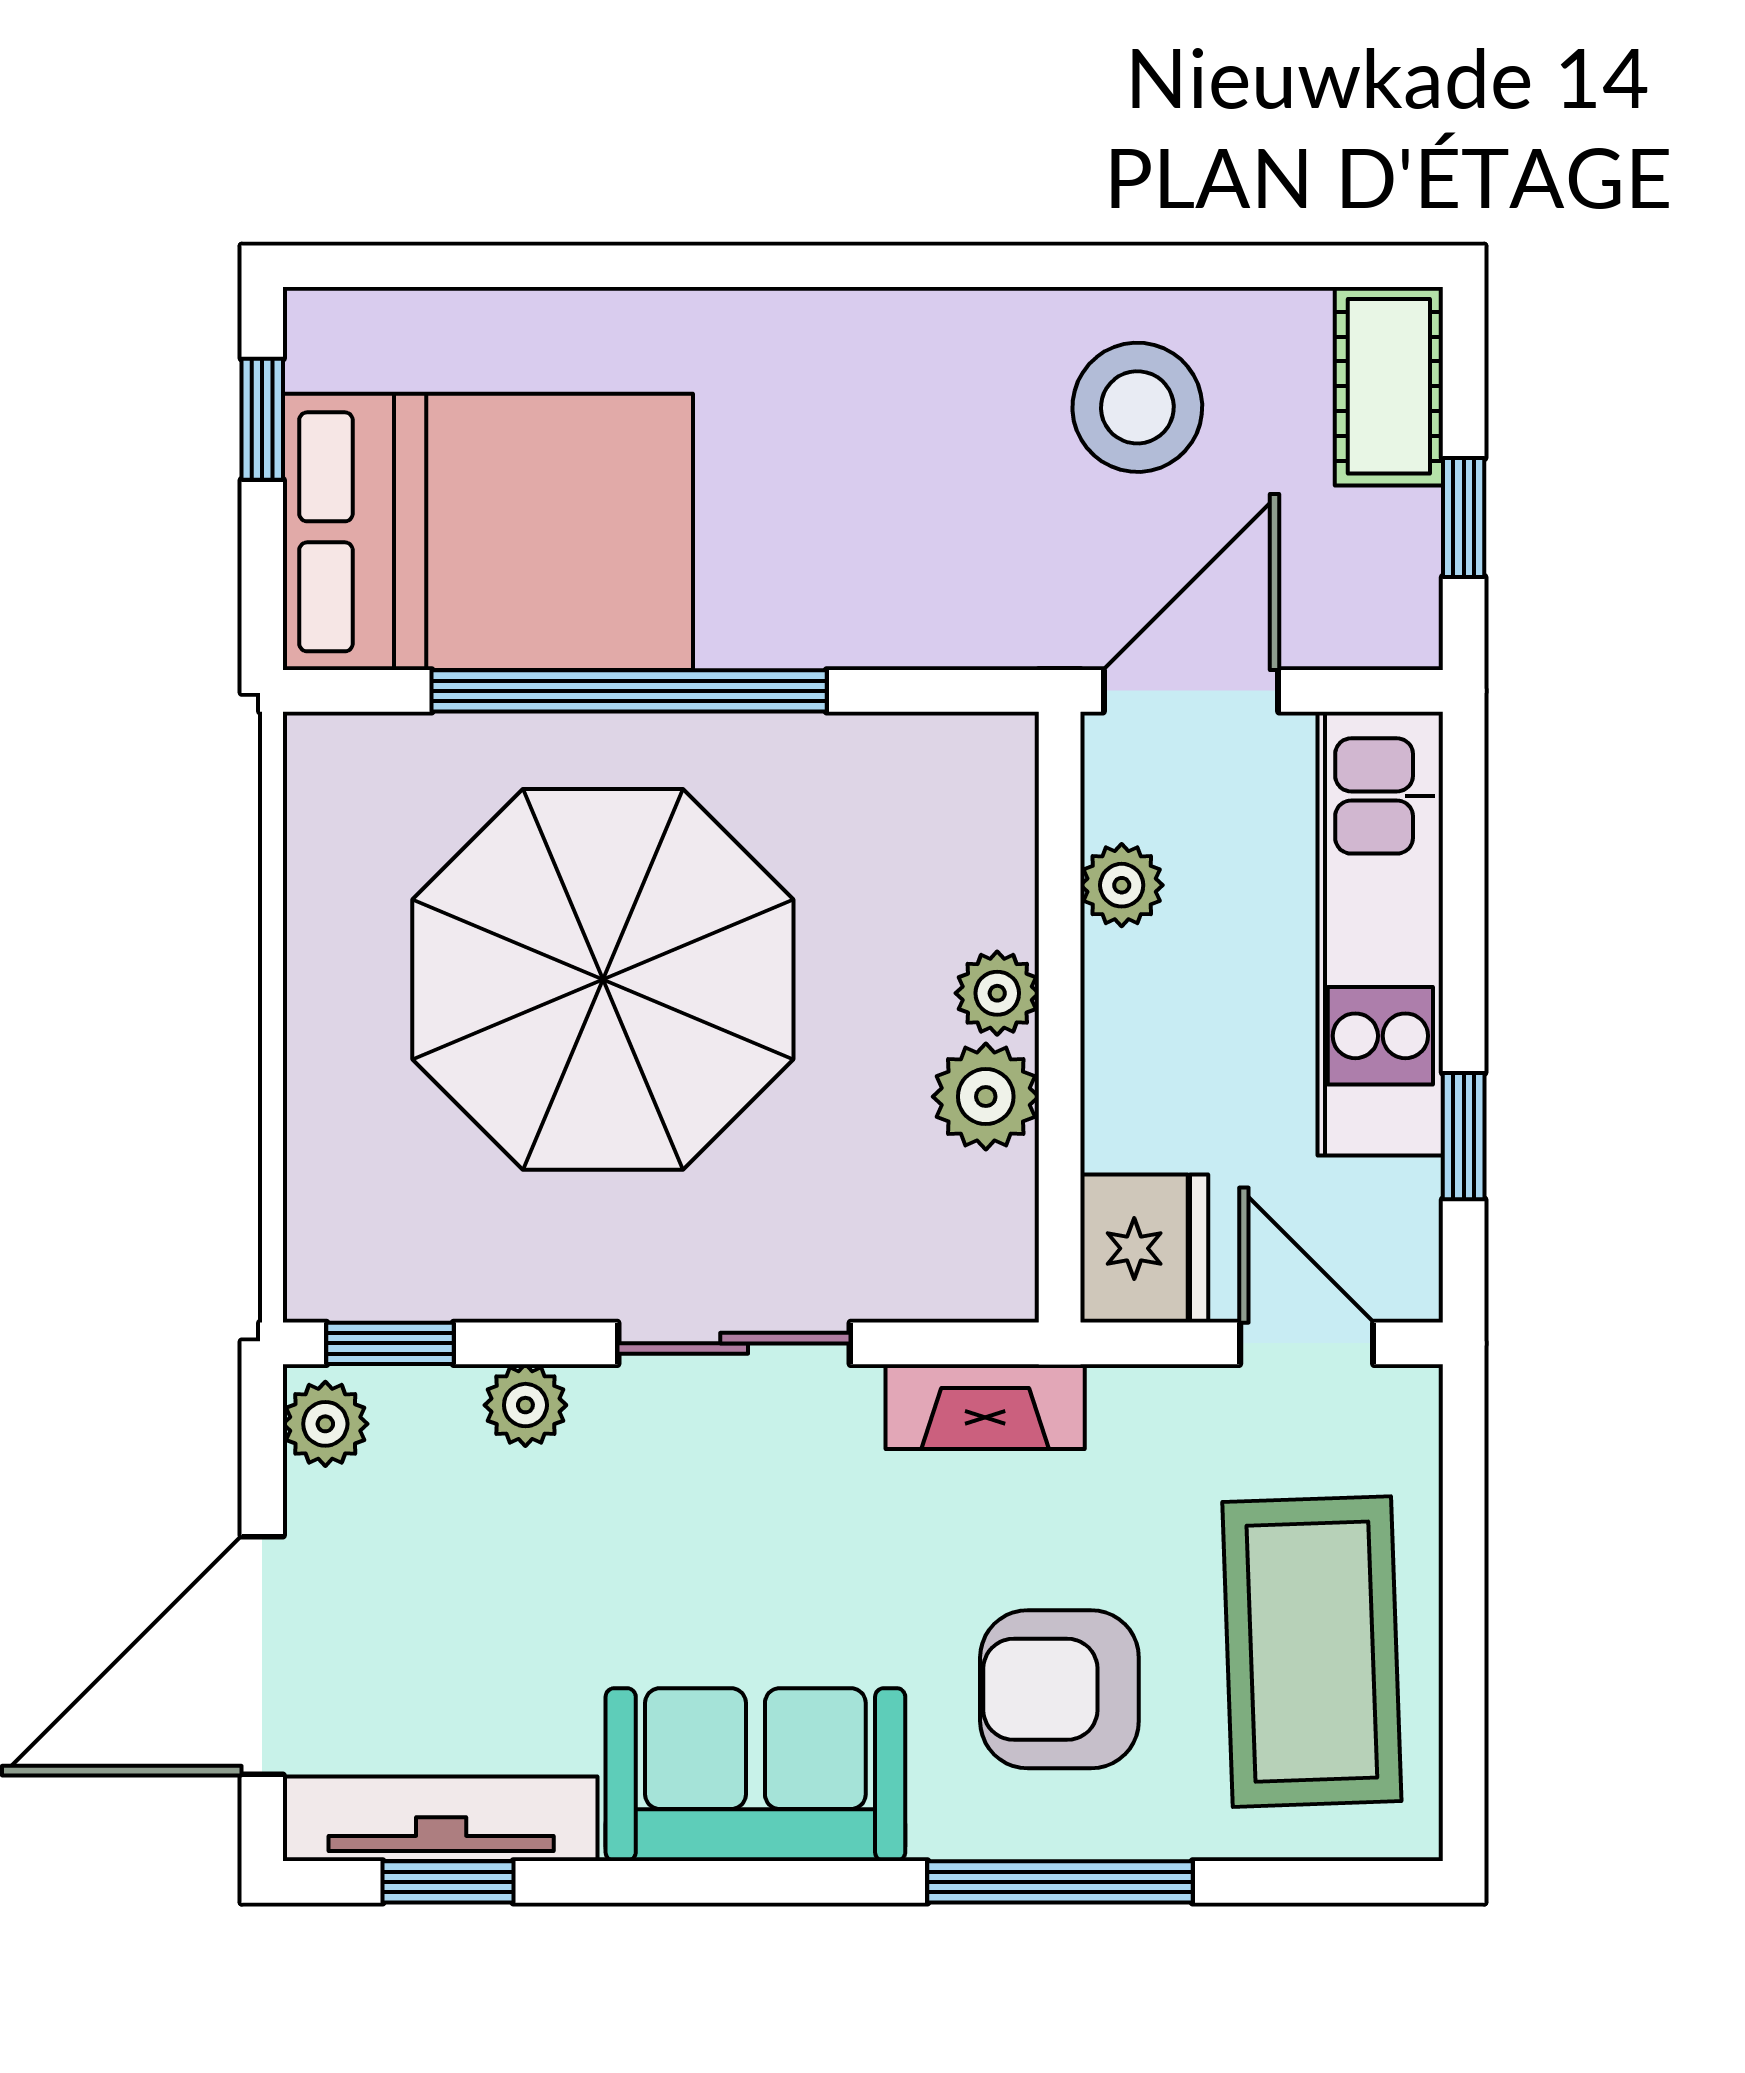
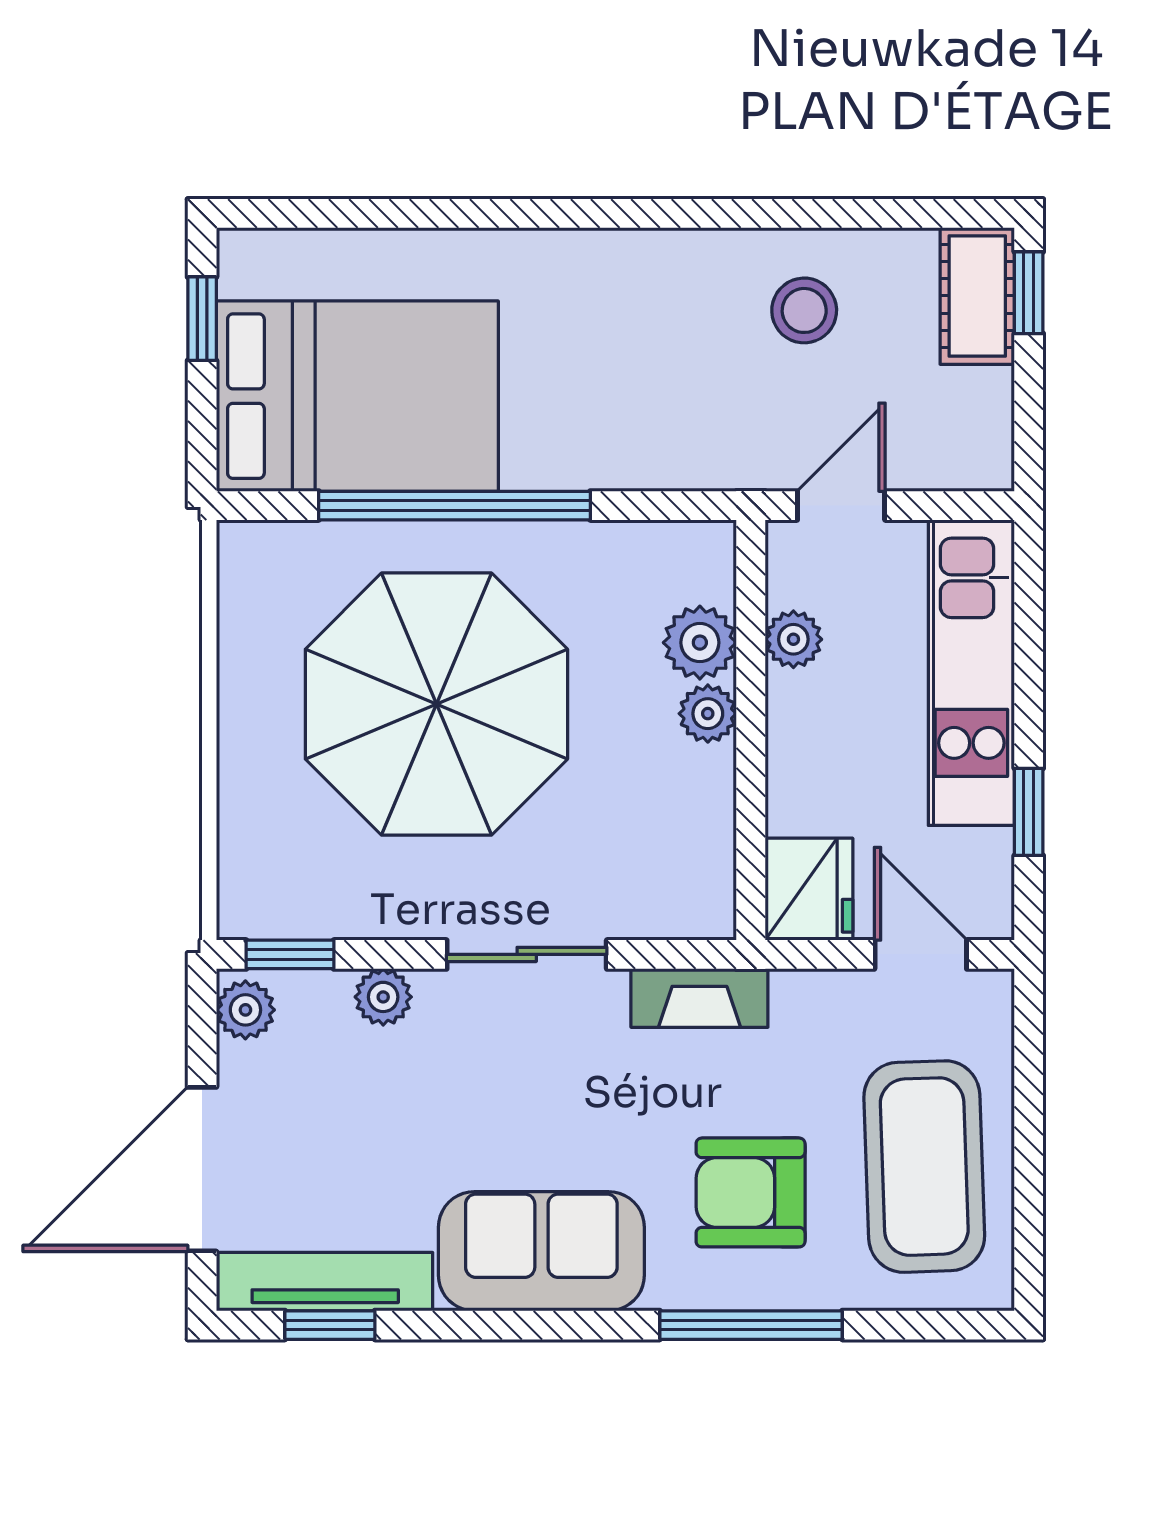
stool: (1137, 407) -> (804, 310), width x0.73, depth x0.73
window: (1464, 518) -> (1029, 293), moved
door: (1191, 691) -> (841, 506), width x0.73
plant: (986, 1097) -> (700, 643), moved

